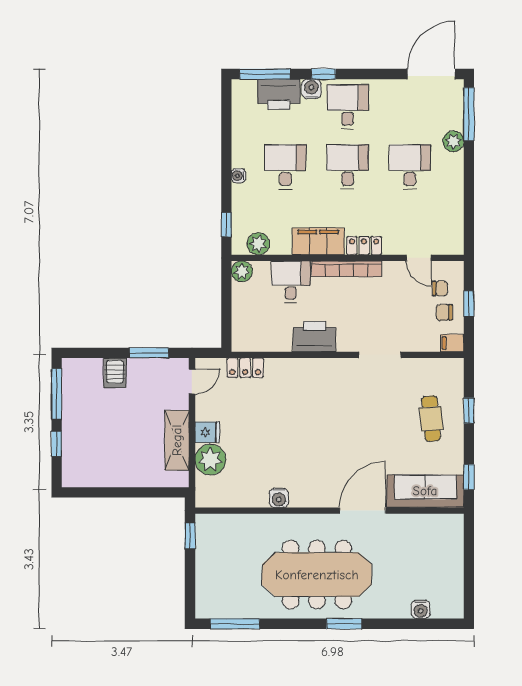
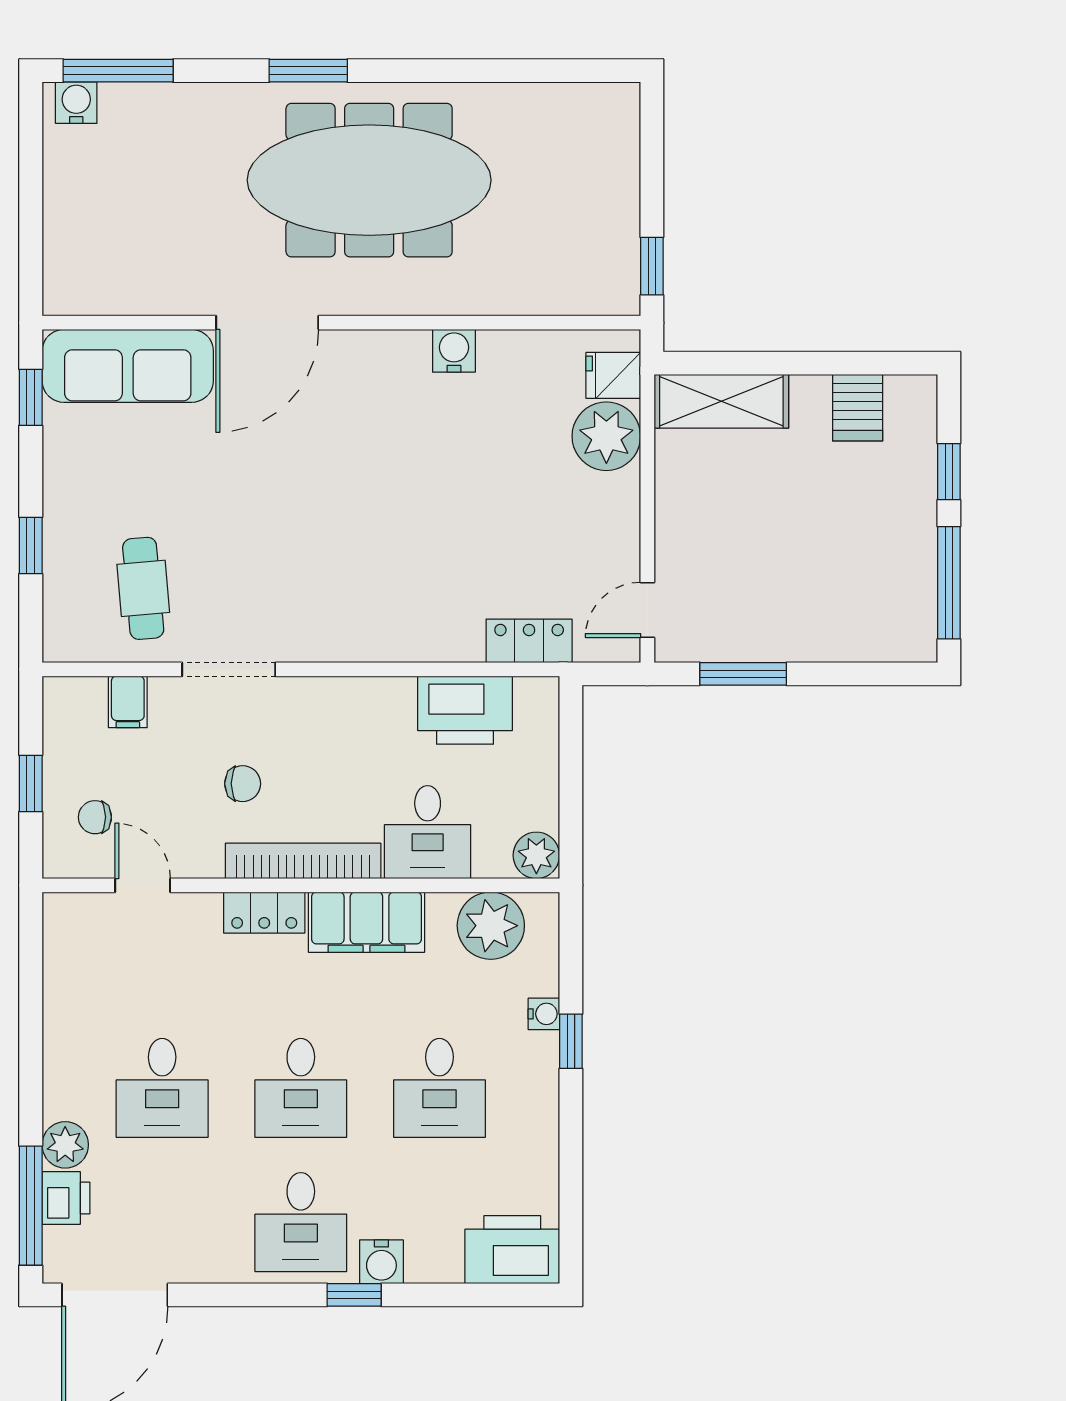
window: (265, 74) -> (485, 1295), removed
printer: (279, 94) -> (512, 1250), moved
printer: (453, 117) -> (66, 1198), added
water cooler: (238, 176) -> (544, 1014), moved
window: (226, 225) -> (571, 1041), moved
plant: (258, 244) -> (491, 926), width x1.36, depth x1.36
chair: (444, 312) -> (243, 784), moved
printer: (314, 337) -> (465, 710), moved
filing cabinet: (452, 343) -> (128, 702), moved, turned 90
server rack: (115, 373) -> (858, 408), moved, turned 180
cafe table: (431, 419) -> (143, 588), moved
fridge: (207, 432) -> (613, 375), moved
shelving: (177, 440) -> (721, 401), moved, turned 90
water cooler: (421, 609) -> (76, 103), moved
window: (235, 624) -> (118, 71), moved

